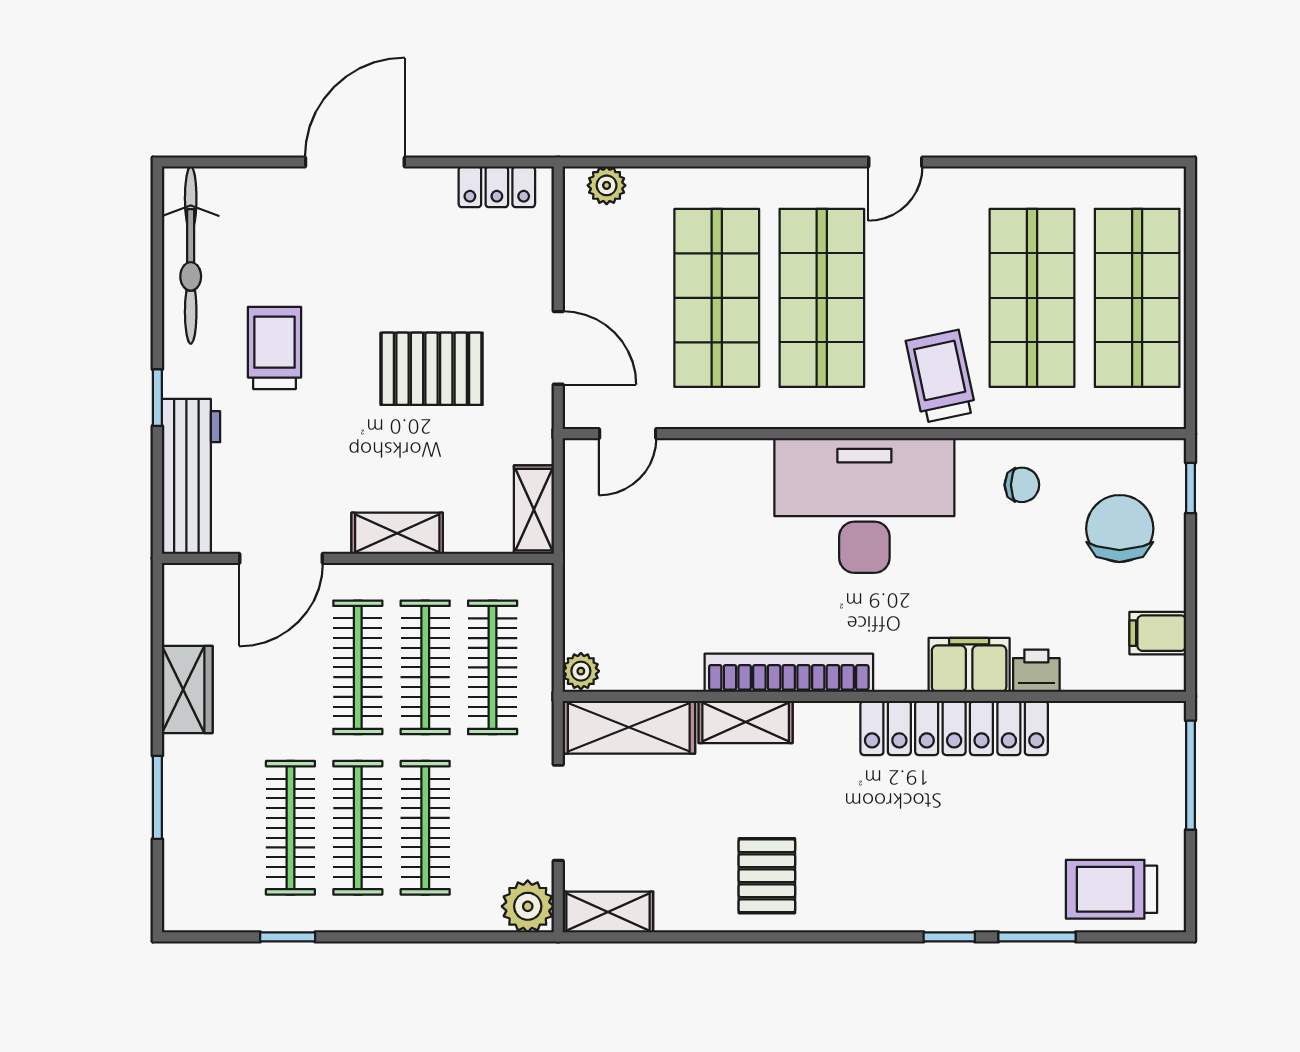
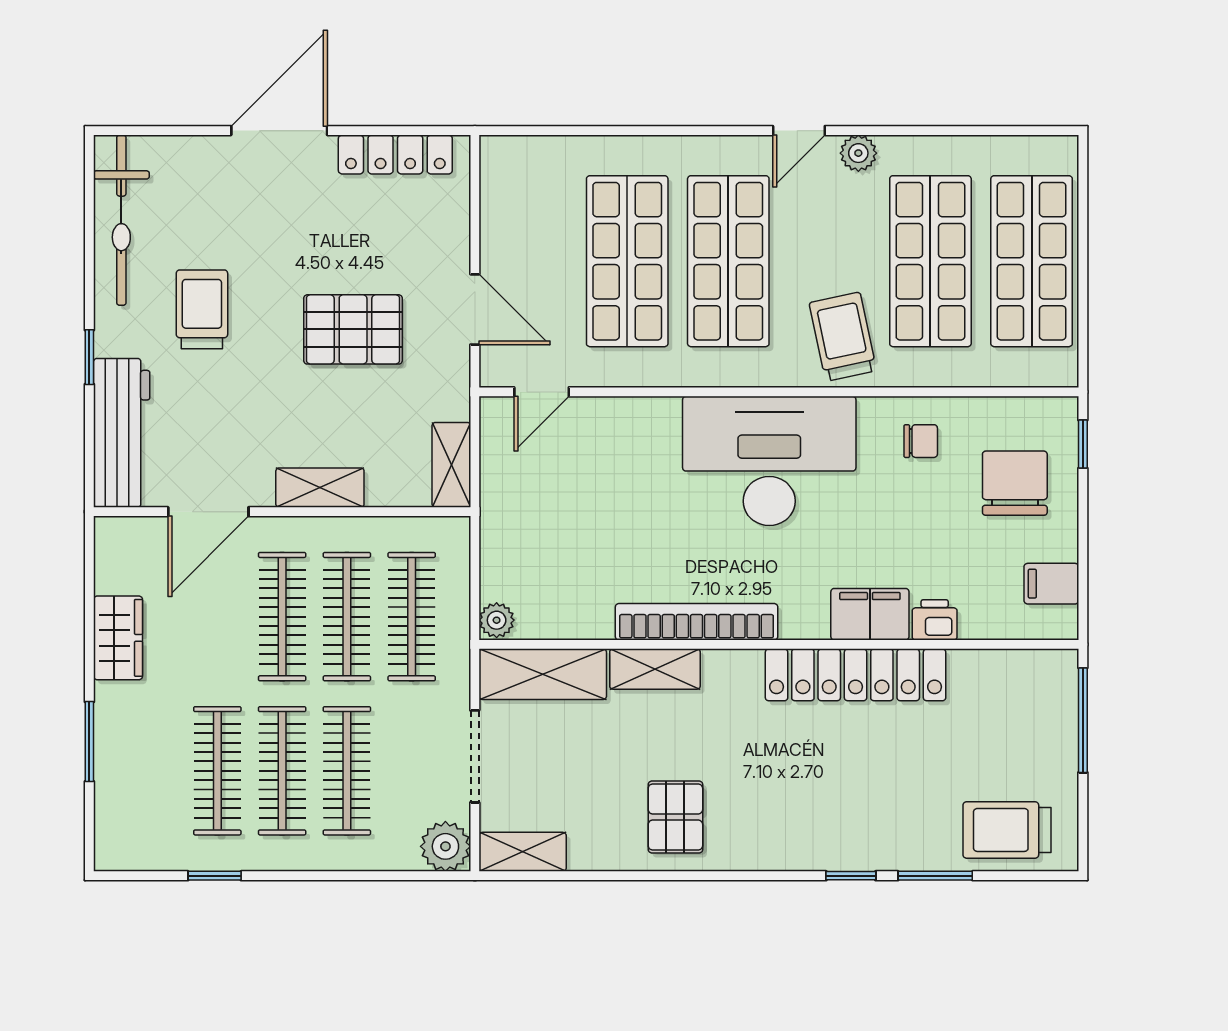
plant: (607, 185) -> (858, 153), moved
locker: (497, 187) -> (395, 154), width x1.53

